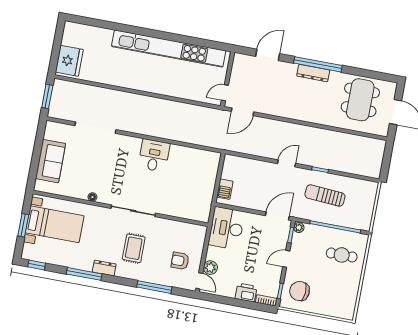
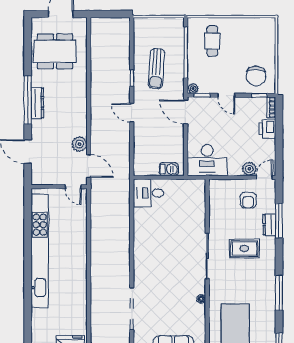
plant: (265, 107) -> (80, 144), added
desk: (154, 155) -> (148, 193), moved
dresser: (104, 268) -> (269, 225), moved

